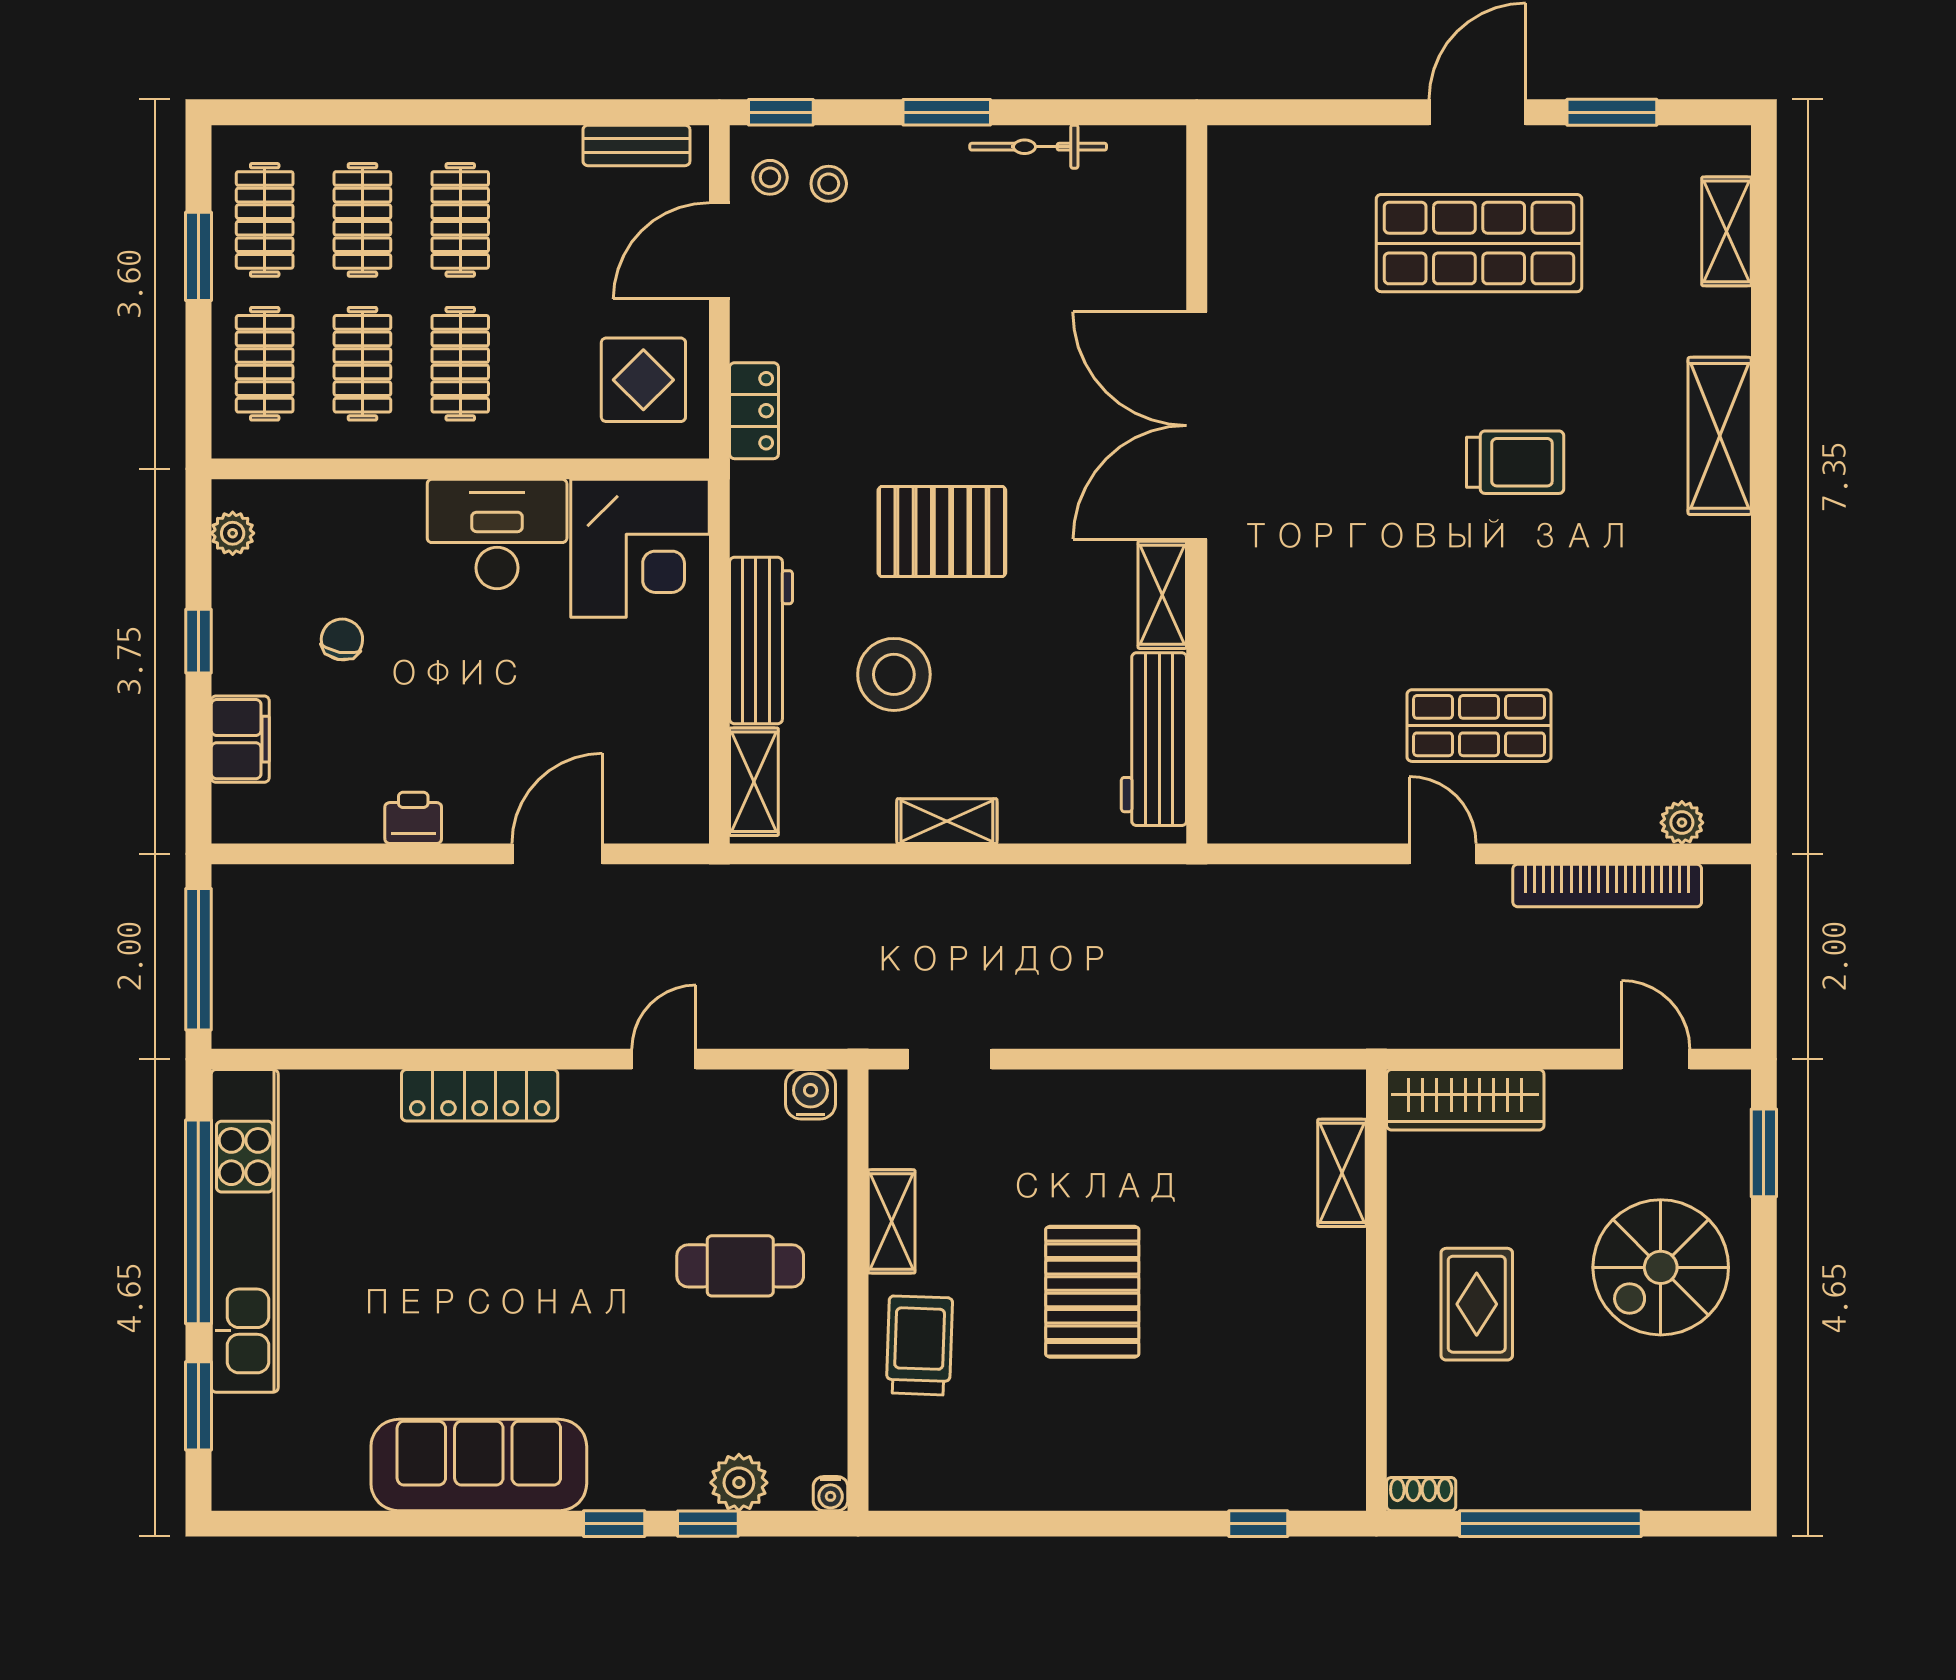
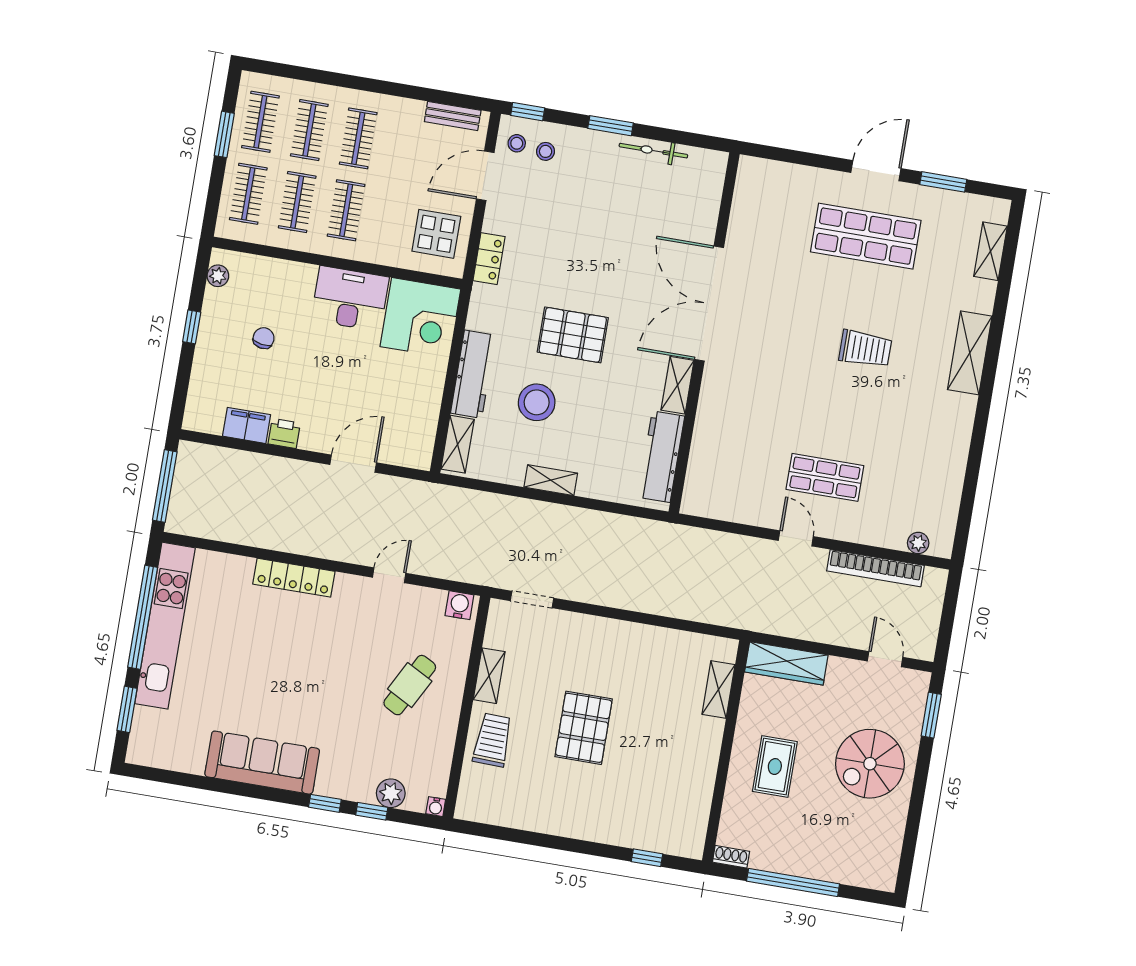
filing cabinet: (240, 739) -> (247, 425), moved, turned -90
cafe table: (740, 1266) -> (410, 685), turned -62

